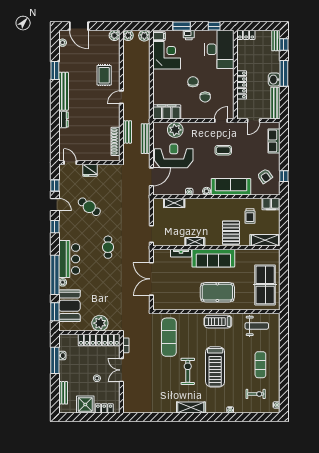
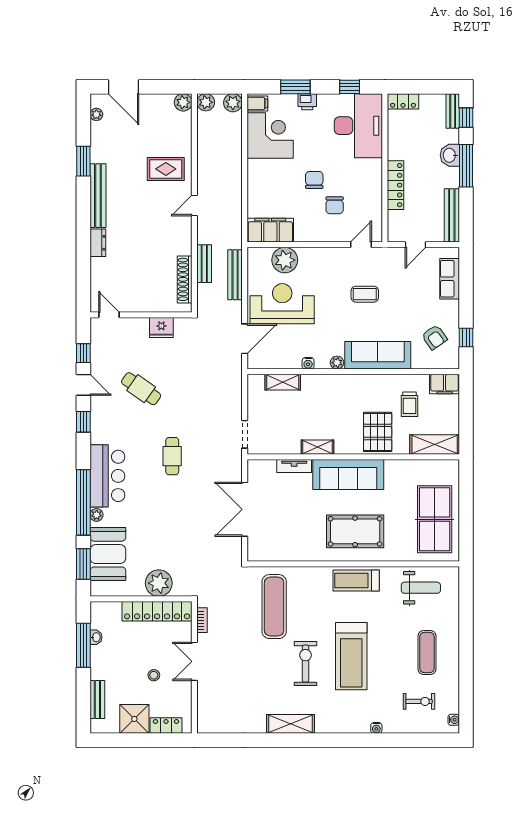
rug: (104, 75) -> (166, 169), turned 90
washbasin: (274, 80) -> (450, 155), moved
fridge: (90, 170) -> (161, 328), moved
shelving: (191, 407) -> (290, 724), moved

